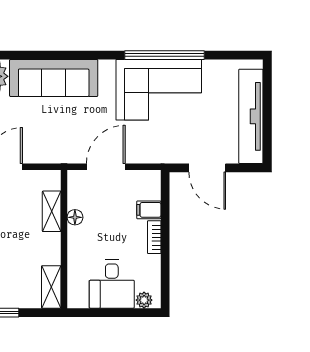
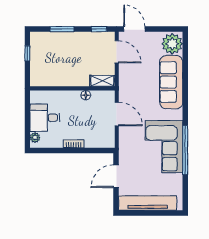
filing cabinet: (149, 210) -> (90, 140), removed
shelving: (52, 211) -> (102, 81), moved
shelving: (51, 287) -> (43, 81), removed

